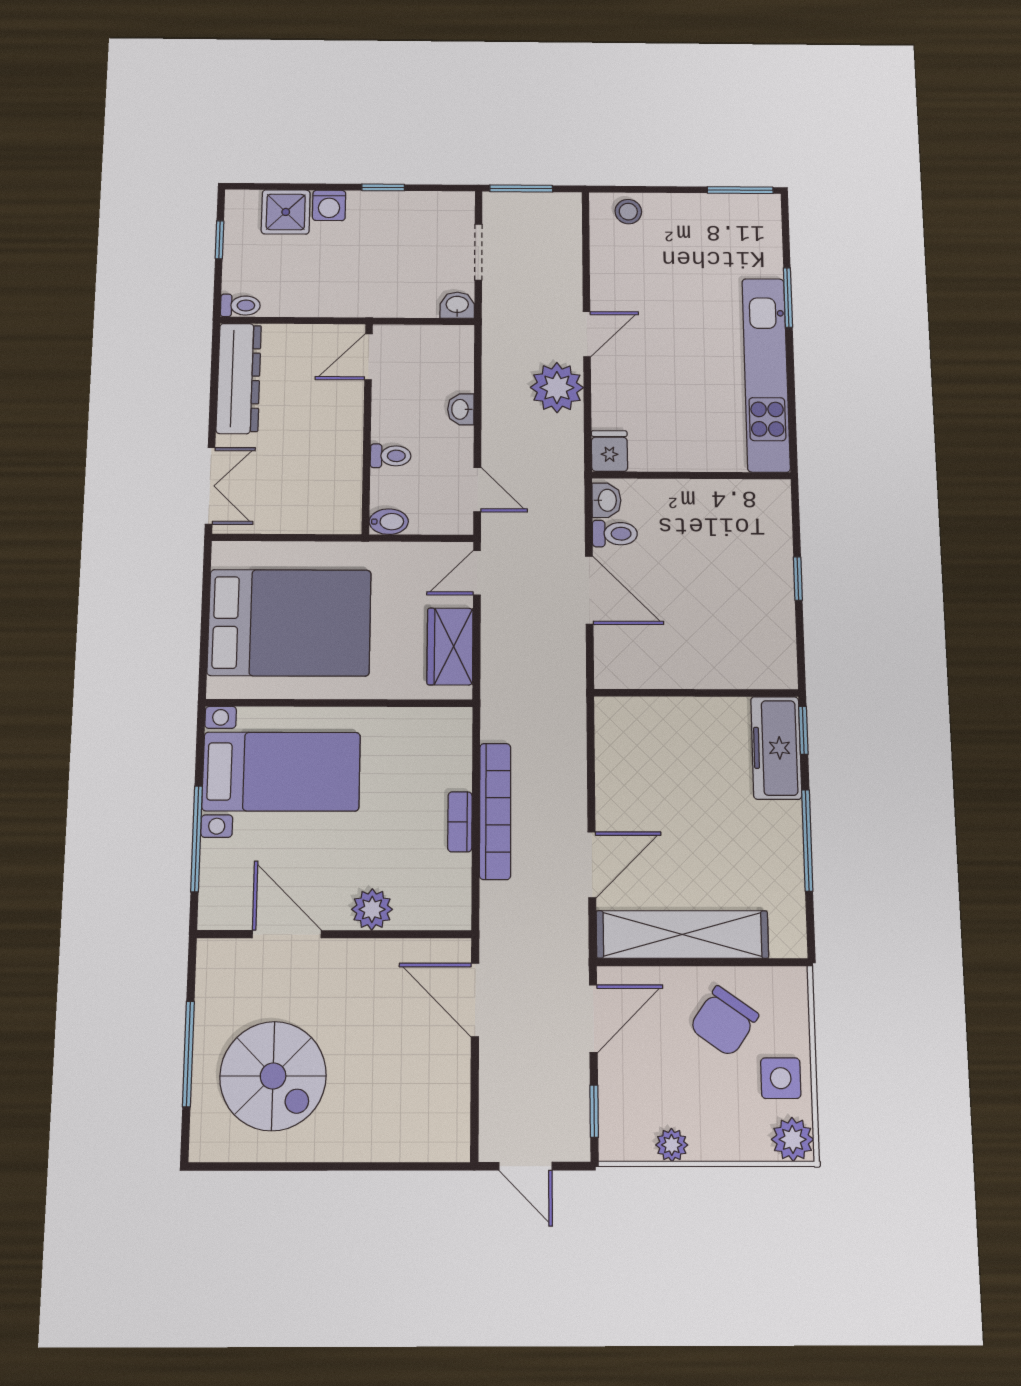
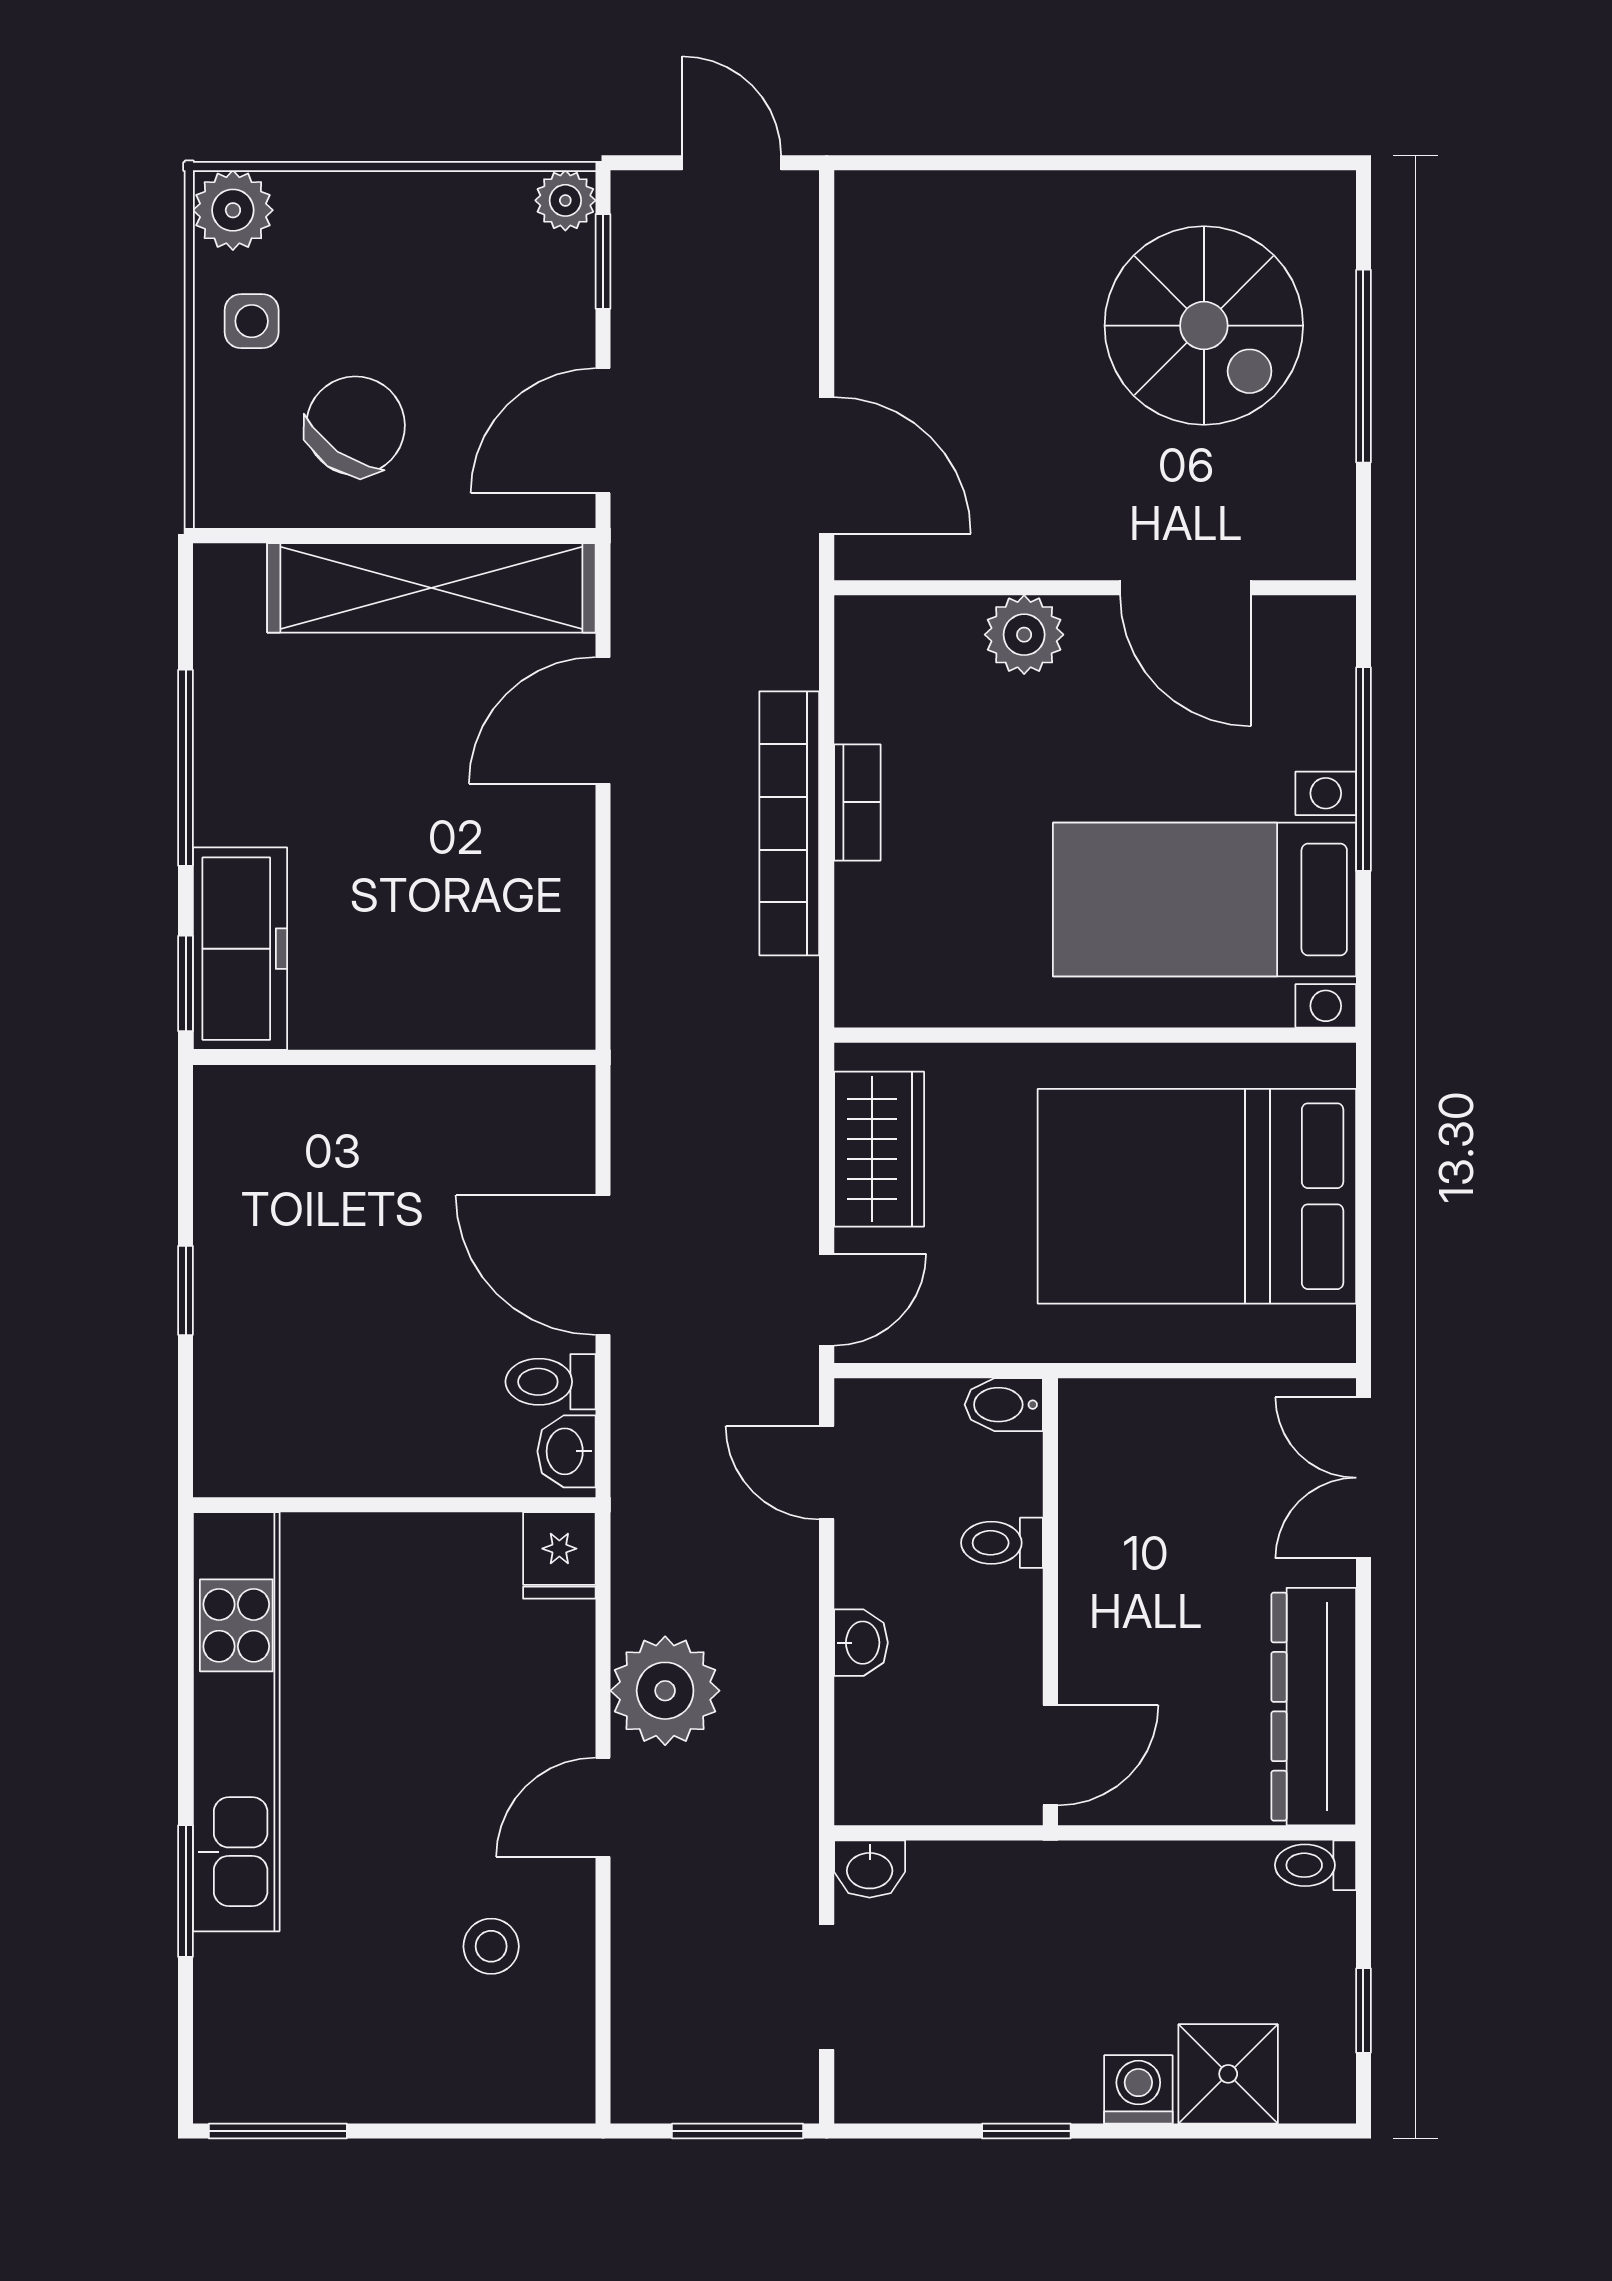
stool: (628, 212) -> (491, 1946), moved
spiral stairs: (273, 1076) -> (1204, 326), turned 180
side table: (781, 1078) -> (252, 321), width x0.73, depth x0.73
plant: (672, 1145) -> (565, 200), moved

